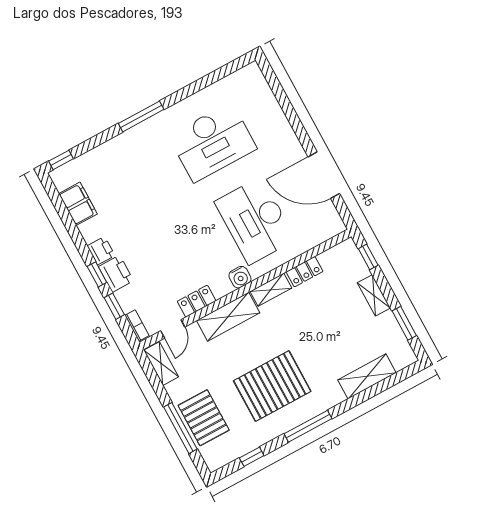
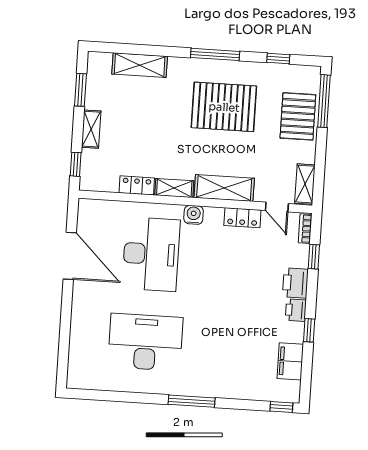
window: (97, 274) -> (309, 330), moved
door: (173, 329) -> (277, 207), swing flipped
window: (180, 428) -> (324, 101), moved

